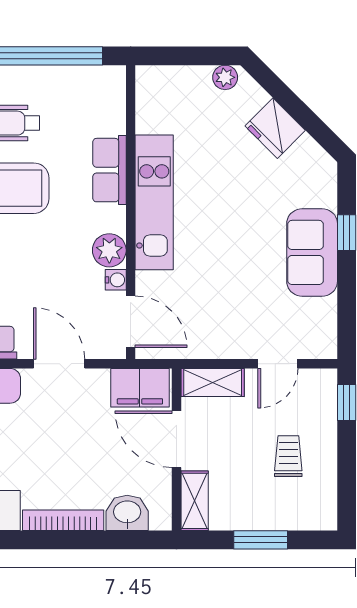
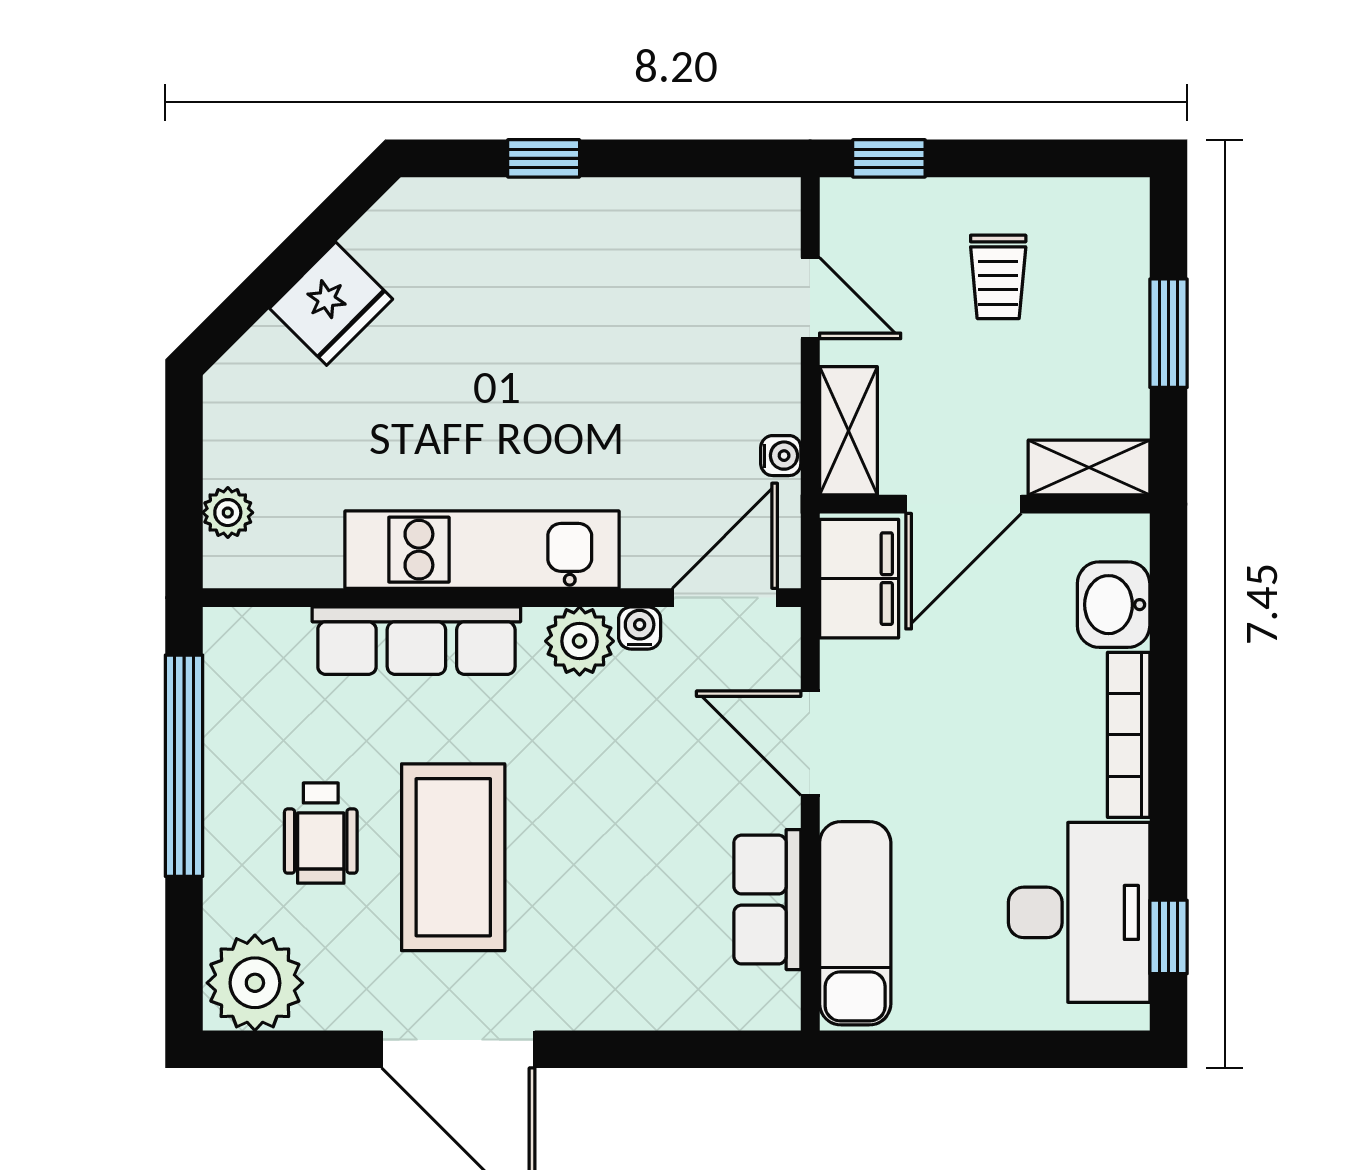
plant: (225, 77) -> (228, 513), moved
row of seats: (109, 170) -> (416, 641), width x1.48
sofa: (312, 252) -> (584, 229), removed
water cooler: (200, 349) -> (781, 456), added
door: (59, 364) -> (810, 743), hinge flipped
trolley: (288, 456) -> (998, 277), turned -90

